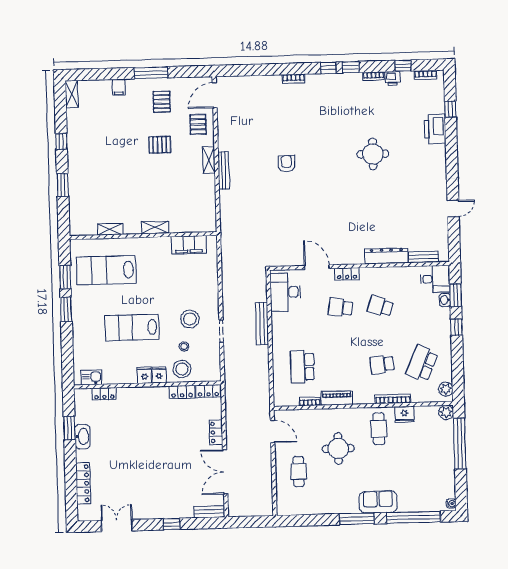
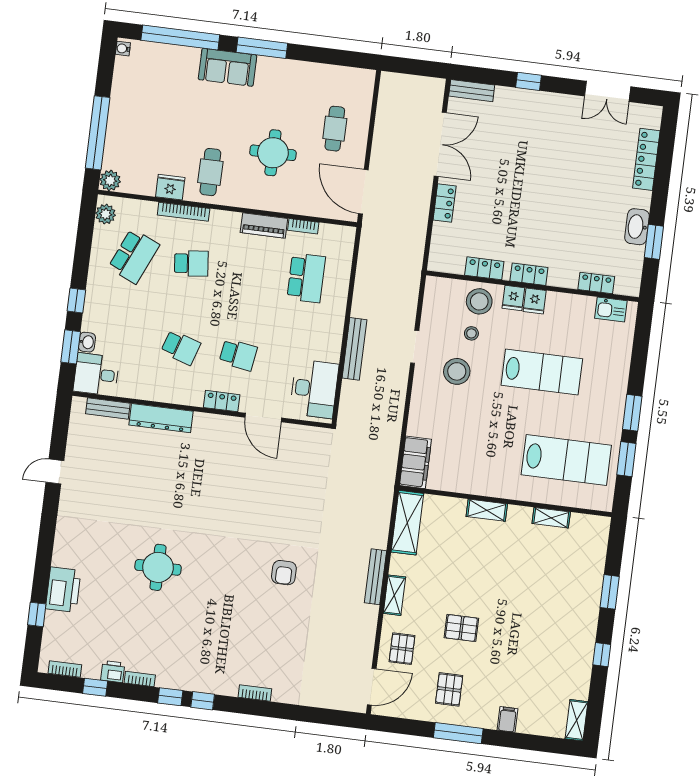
shelving: (208, 211) -> (407, 523), added
filing cabinet: (189, 245) -> (415, 462), moved, turned 90
locker: (208, 391) -> (529, 274), moved
door: (272, 431) -> (363, 192), width x1.36

